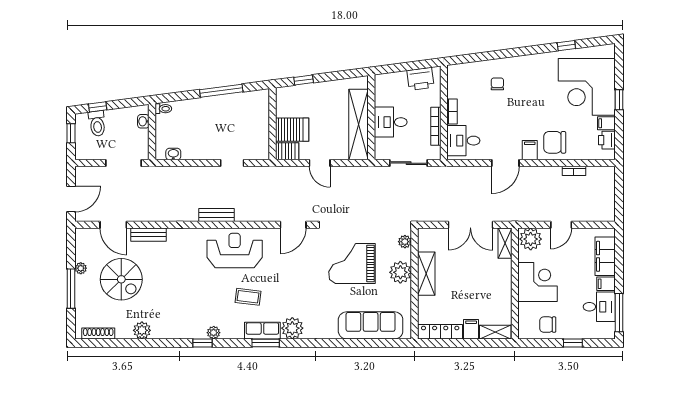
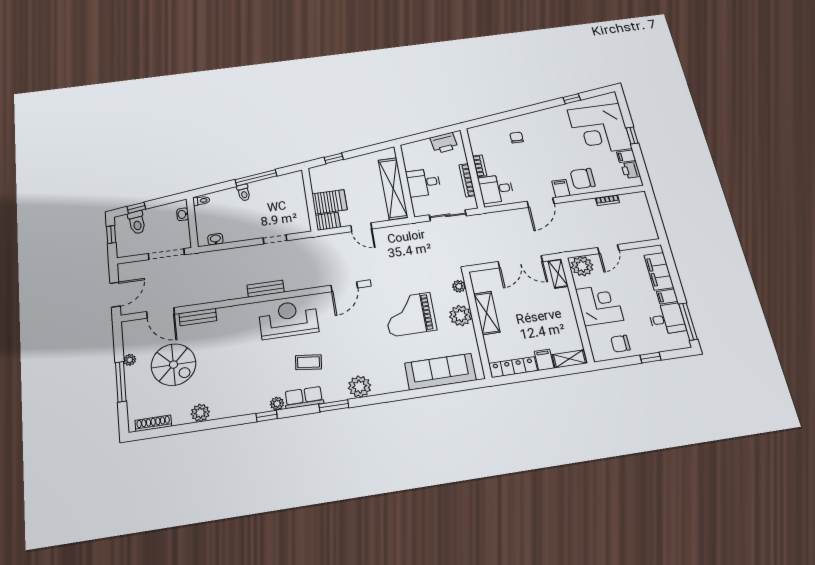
toilet: (207, 106) -> (244, 193), added
row of seats: (262, 331) -> (304, 397), moved

